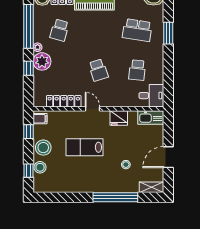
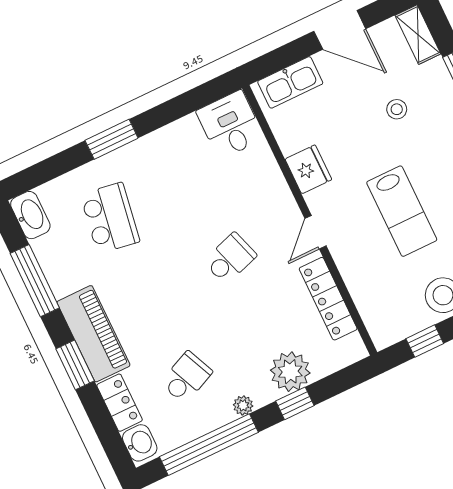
school desk: (59, 30) -> (186, 377), turned -39
window: (168, 33) -> (112, 139), moved
plant: (42, 61) -> (290, 372), moved
school desk: (137, 70) -> (192, 179), removed
kitchen sink: (151, 117) -> (290, 82), moved, turned 90
filing cabinet: (40, 119) -> (387, 330), removed

